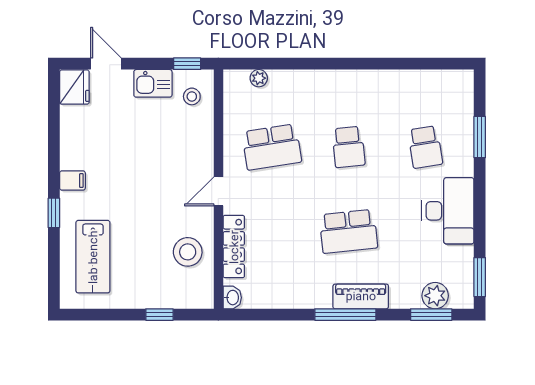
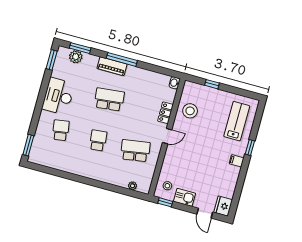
window: (480, 137) -> (28, 145), moved
locker: (234, 247) -> (165, 113), width x0.66

